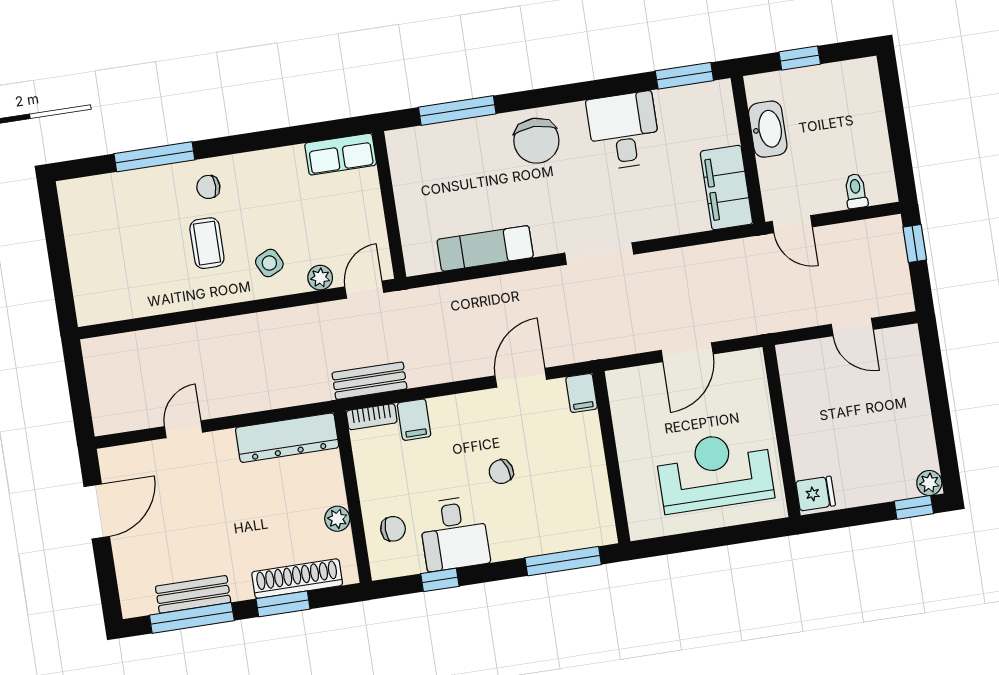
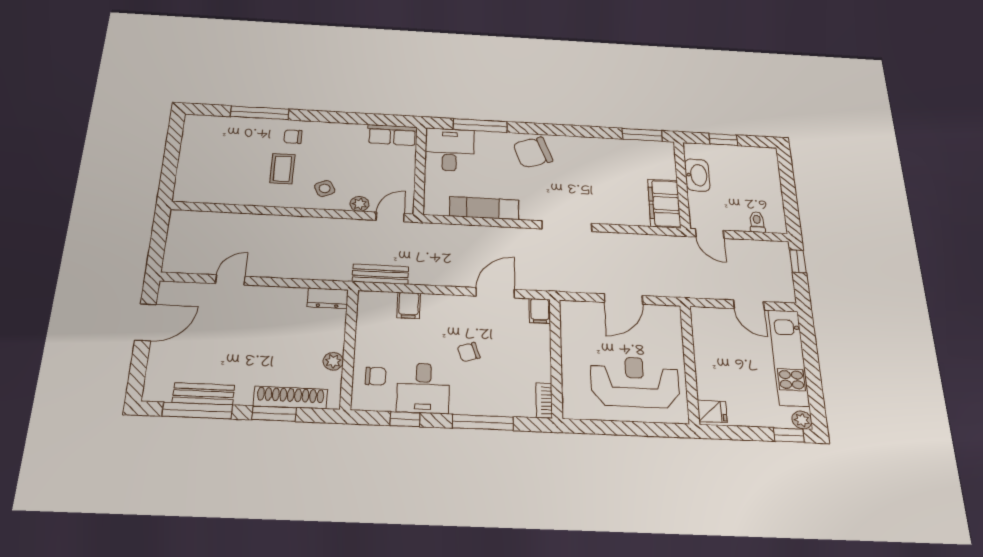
desk: (624, 131) -> (450, 150), moved
chair: (536, 141) -> (533, 152), turned 71
kitchen unit: (909, 396) -> (789, 357), added
bookcase: (372, 417) -> (544, 400), moved, turned 90
dresser: (287, 438) -> (328, 298), width x0.51, depth x0.80
window: (563, 561) -> (483, 422), moved

